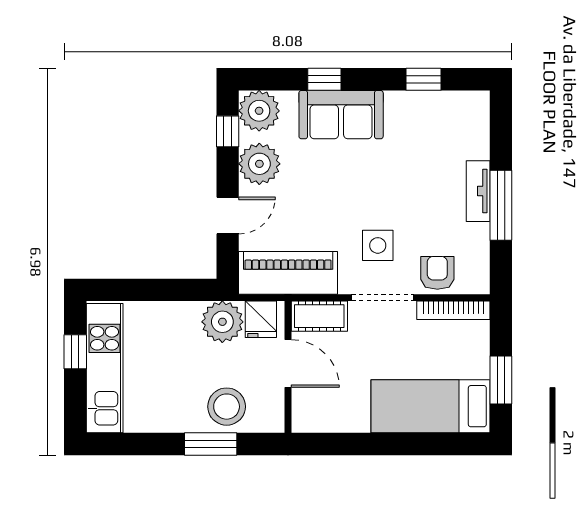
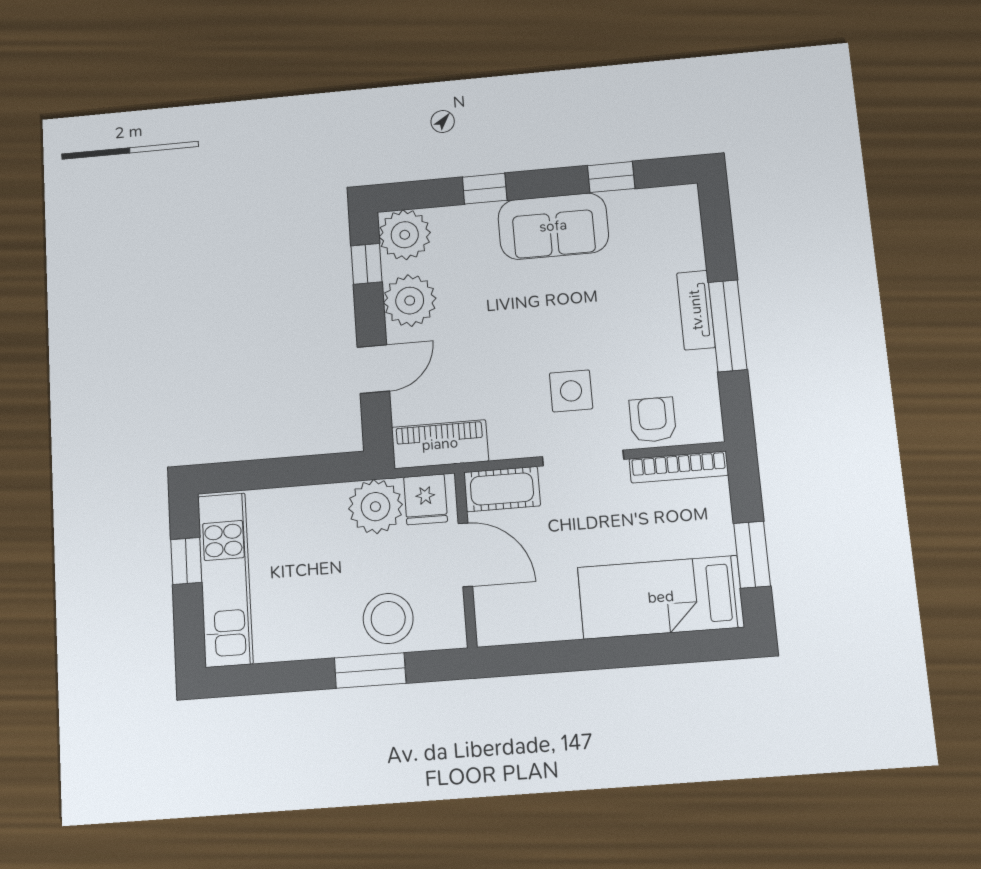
sofa: (341, 115) -> (553, 226), moved
piano: (288, 273) -> (440, 444), width x0.73, depth x0.75

